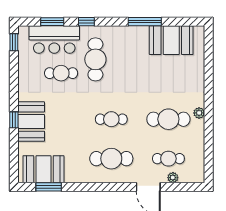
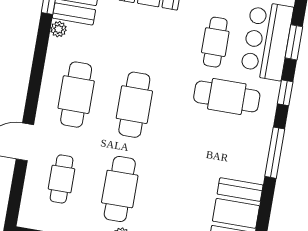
window: (145, 22) -> (275, 153), moved
cafe table: (111, 119) -> (134, 105), width x1.37, depth x1.35
plant: (173, 178) -> (59, 29), moved

